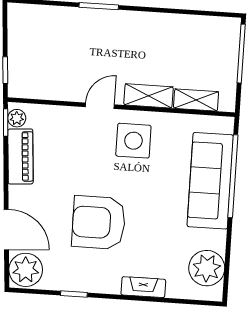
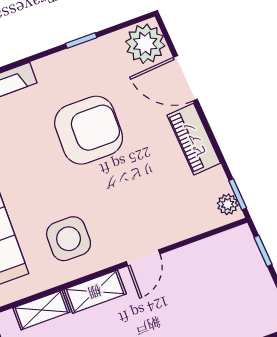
side table: (133, 141) -> (69, 239), moved
piano: (20, 156) -> (194, 139), moved

